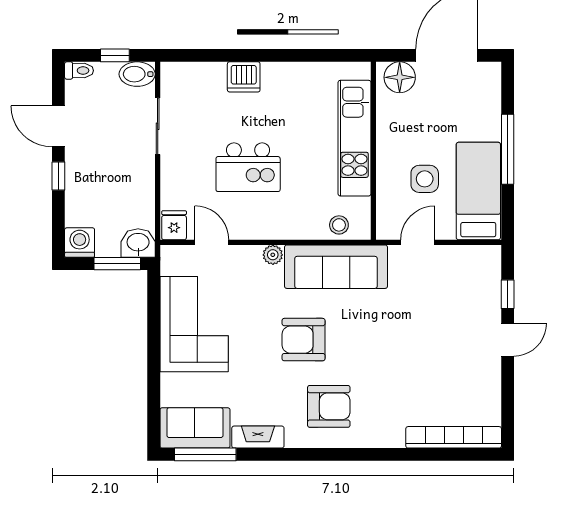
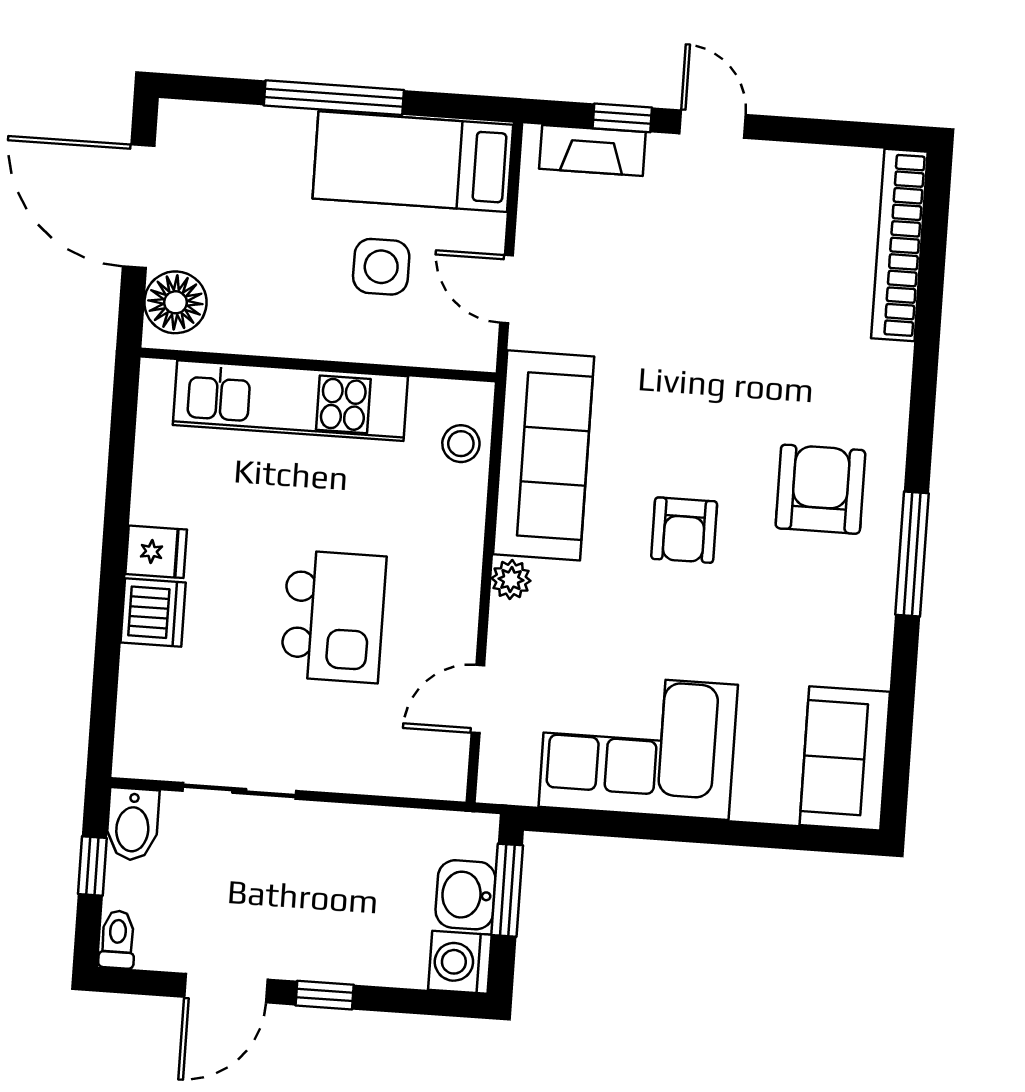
fridge: (174, 225) -> (156, 552), moved, turned 180
washbasin: (138, 243) -> (466, 895), moved
armchair: (304, 340) -> (684, 530), width x0.72, depth x0.72
fireplace: (258, 437) -> (592, 150), moved, turned -90
window: (205, 454) -> (912, 554), moved

